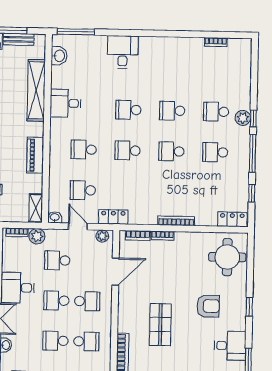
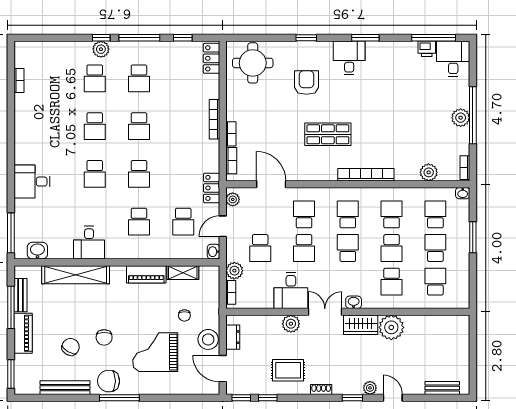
shelving: (36, 208) -> (183, 273), moved
school desk: (56, 341) -> (348, 248), turned 180

